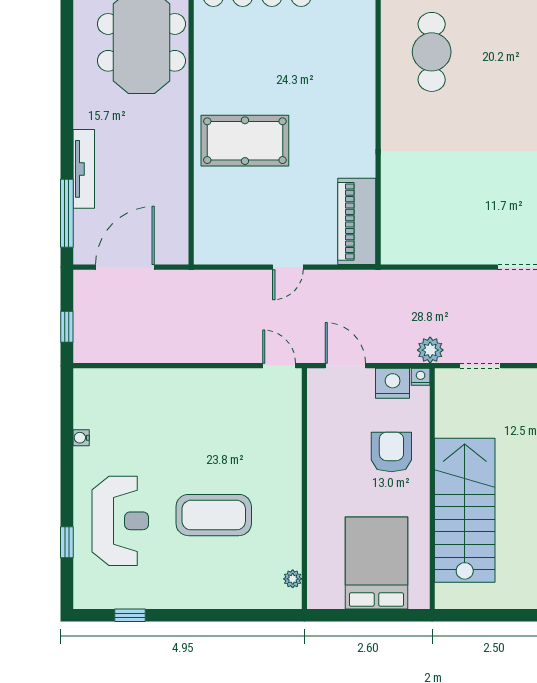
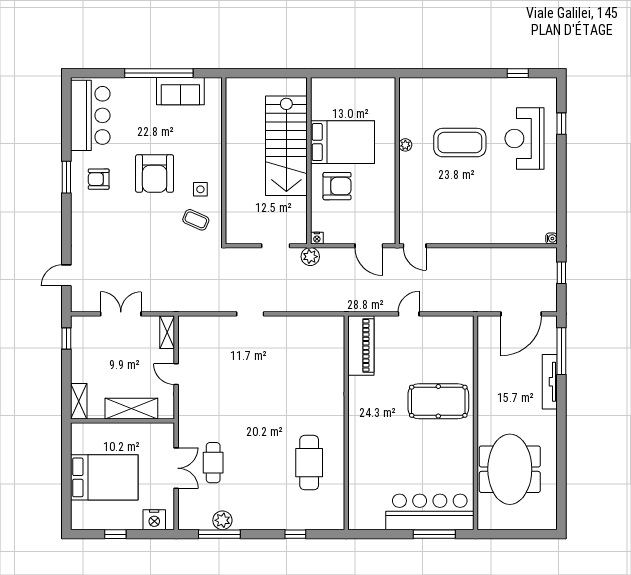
nightstand: (393, 383) -> (336, 234), removed
water cooler: (81, 438) -> (551, 238), moved
armchair: (391, 452) -> (337, 186), turned -90
bed: (376, 563) -> (342, 142), moved, turned -90
plant: (293, 579) -> (405, 145), moved

